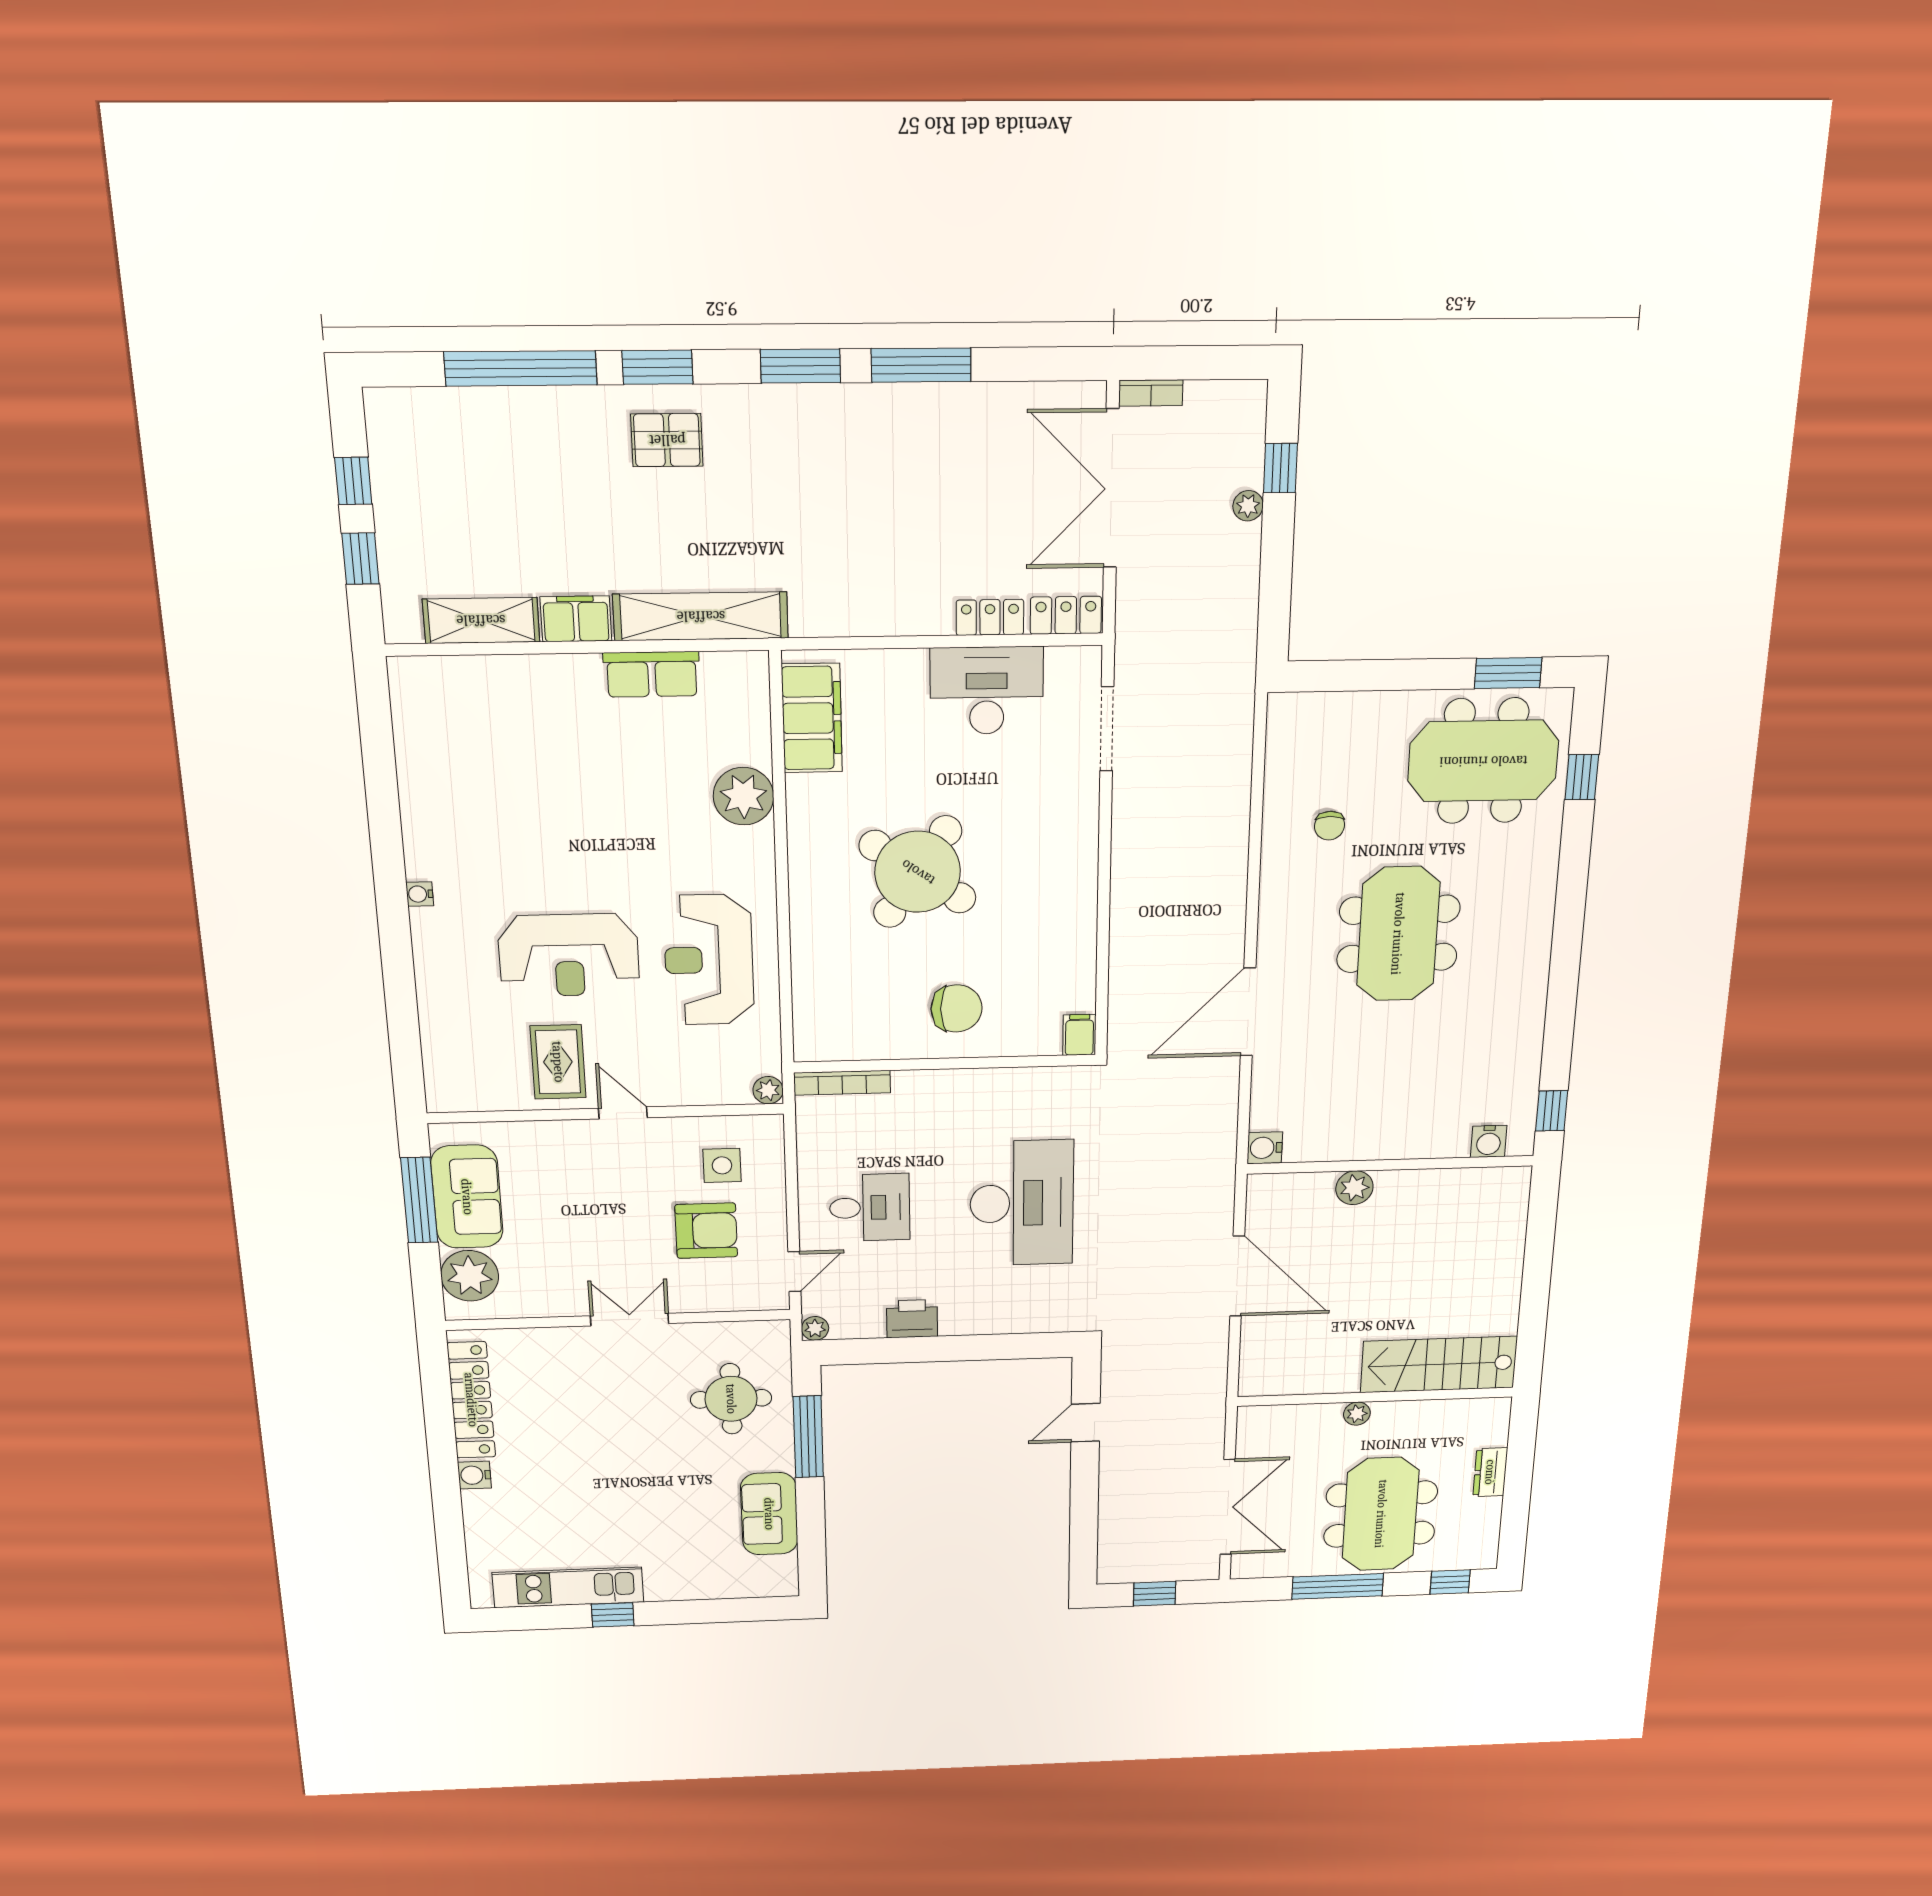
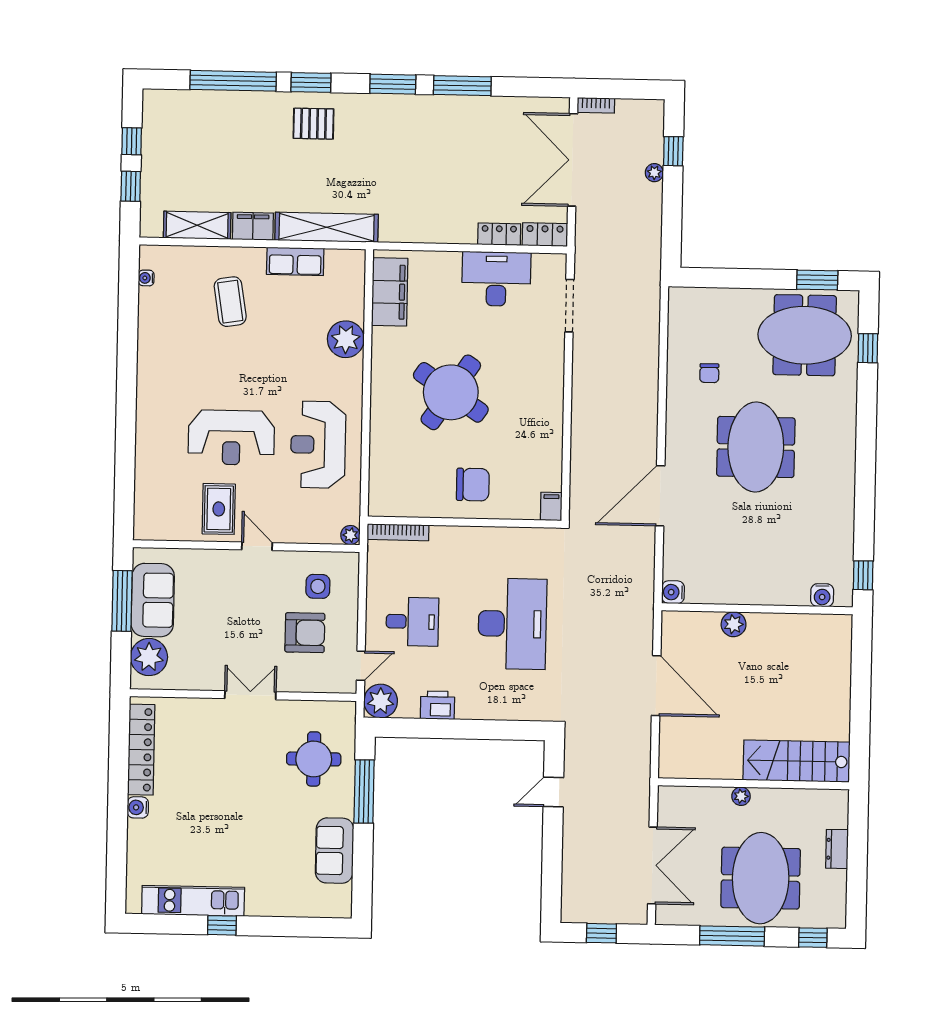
coffee table: (548, 744) -> (230, 302), added
water cooler: (420, 894) -> (146, 278), moved
plant: (815, 1328) -> (381, 701), width x1.88, depth x1.88

